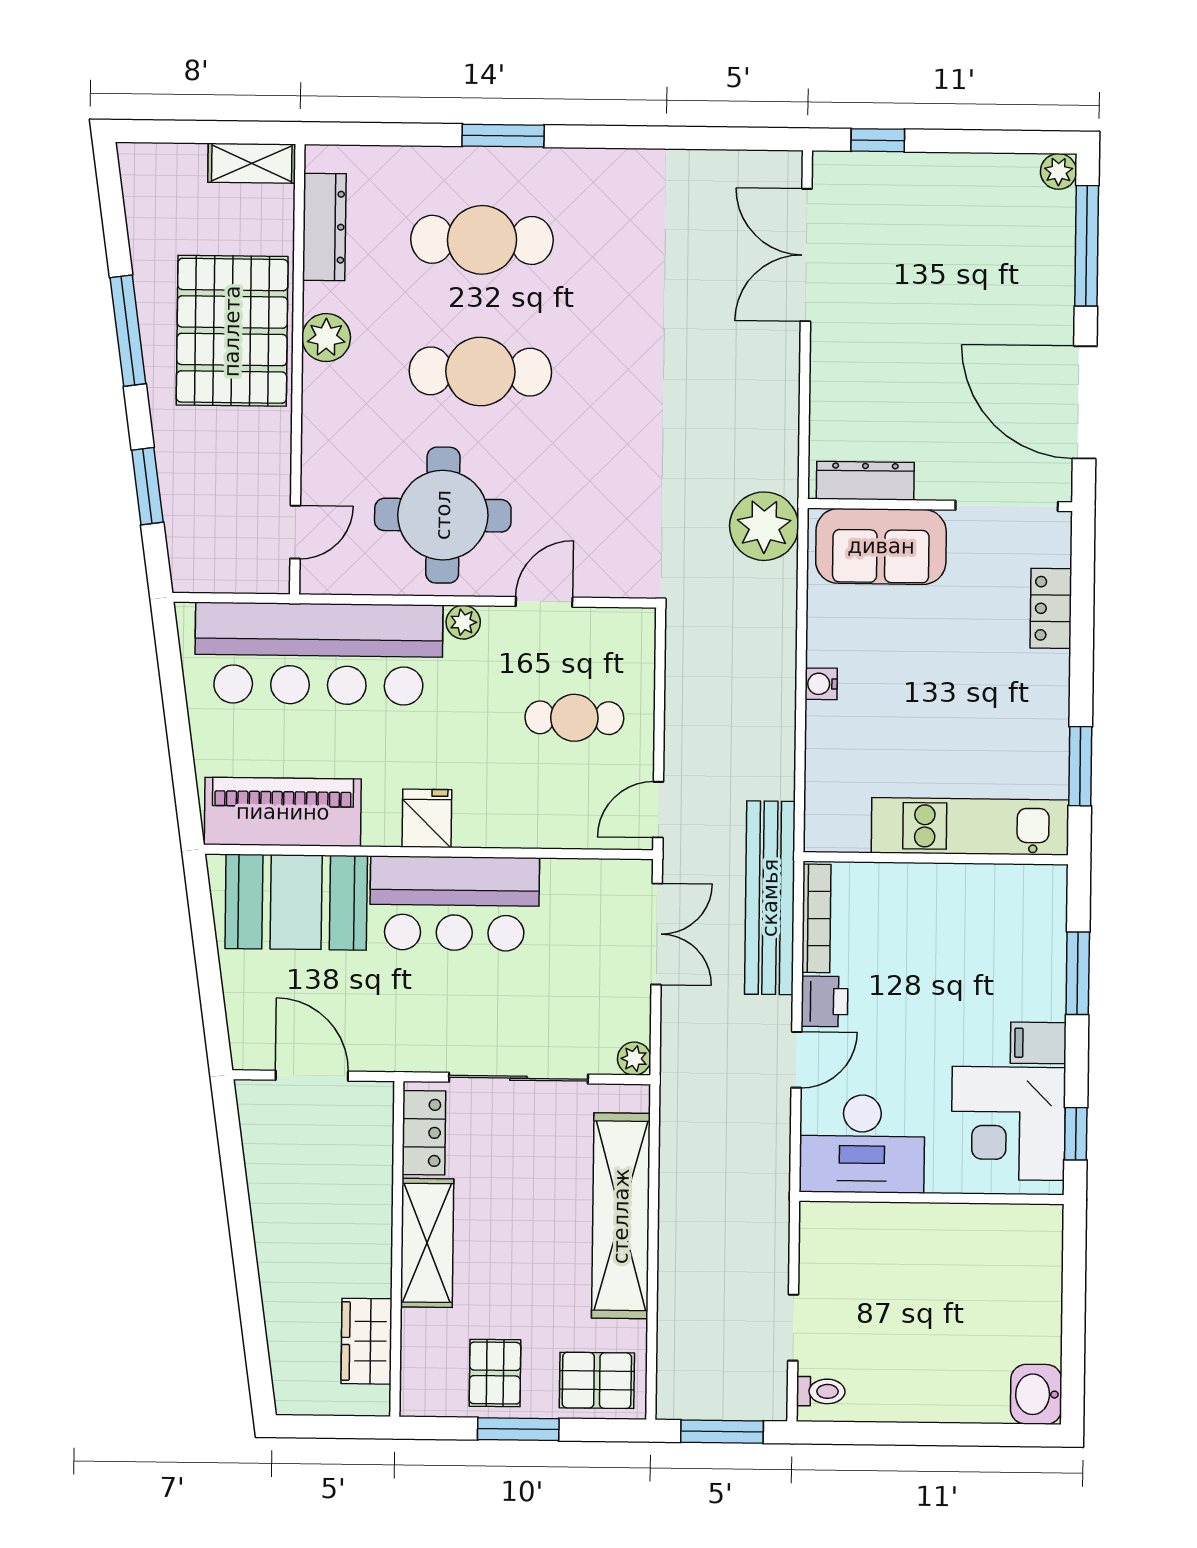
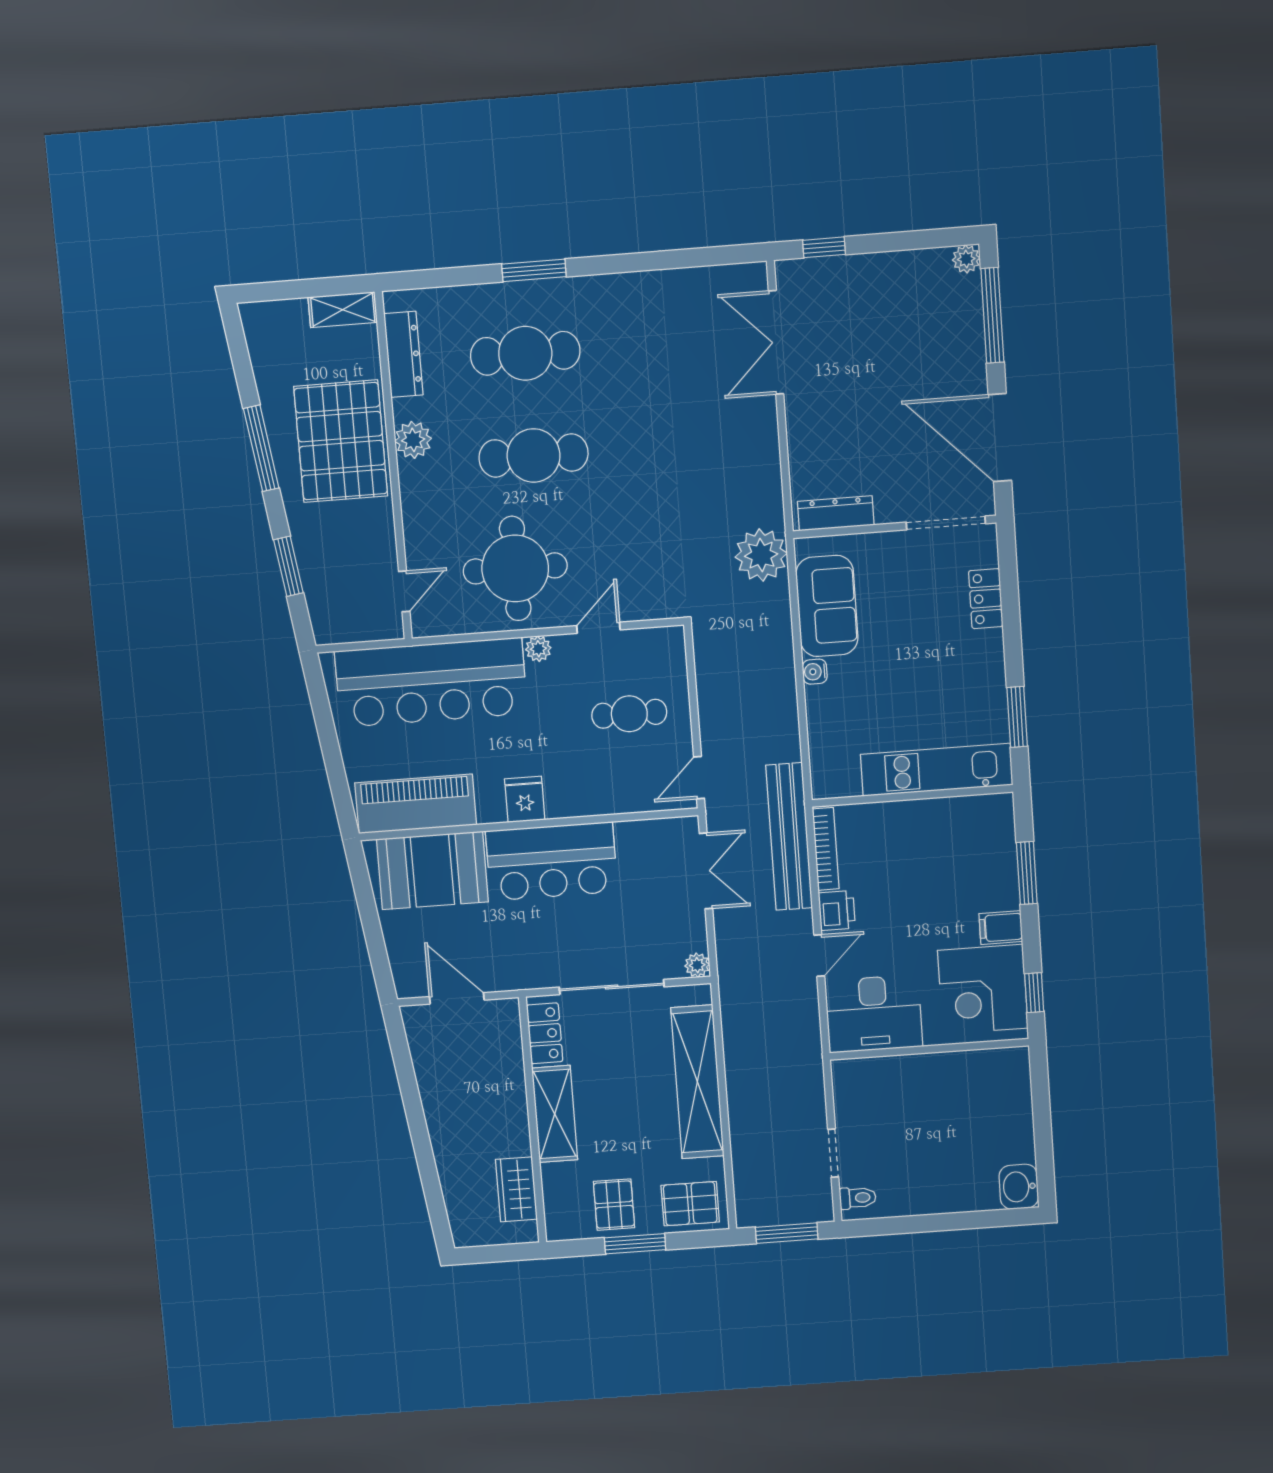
sofa: (881, 546) -> (827, 606), moved, turned -90

